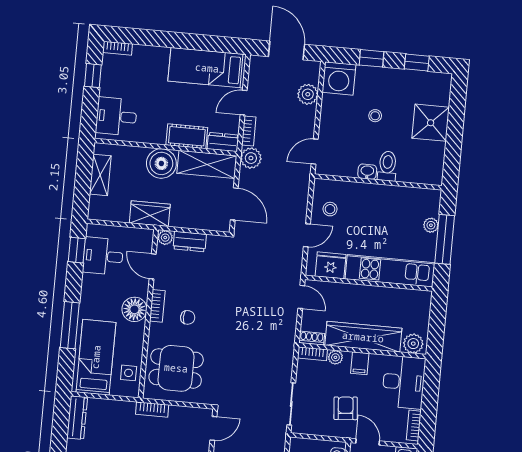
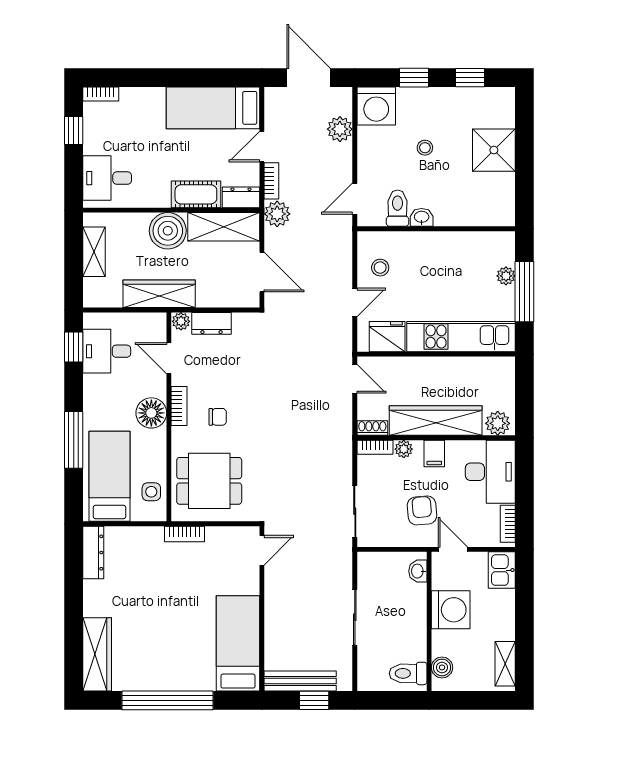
toilet: (387, 166) -> (398, 208), moved
wardrobe: (150, 214) -> (159, 294), width x1.50

